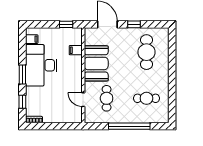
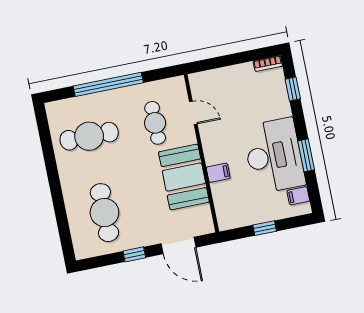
window: (66, 24) -> (265, 228), moved
filing cabinet: (76, 50) -> (218, 173), moved
window: (22, 74) -> (306, 155), moved
cafe table: (146, 98) -> (89, 136), width x1.37, depth x1.35

